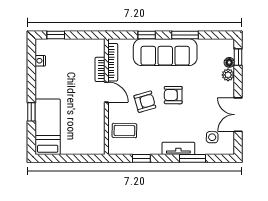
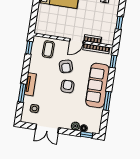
window: (56, 35) -> (119, 23), moved
window: (147, 35) -> (113, 62), moved
double door: (238, 115) -> (47, 129), swing flipped
window: (141, 158) -> (29, 48), moved

